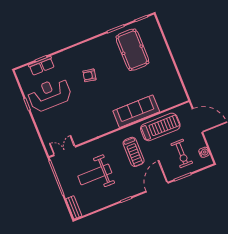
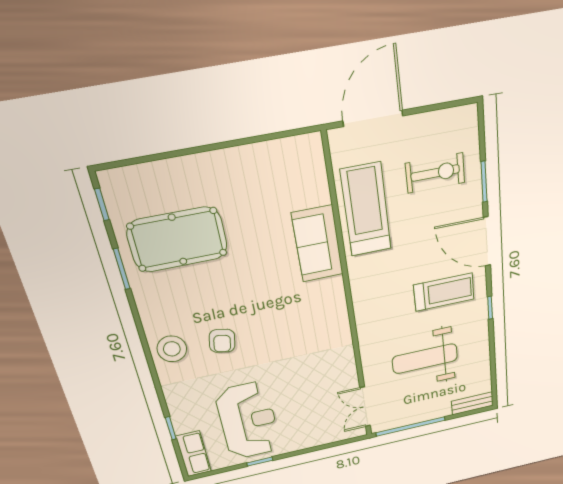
stool: (82, 54) -> (172, 349), added
row of seats: (42, 66) -> (194, 454), moved
reception desk: (50, 94) -> (248, 421), turned 180
sofa: (136, 111) -> (318, 244), width x0.73
treadmill: (134, 152) -> (444, 292), moved
water cooler: (204, 152) -> (447, 119), removed
weight bench: (95, 174) -> (425, 359), turned 90

